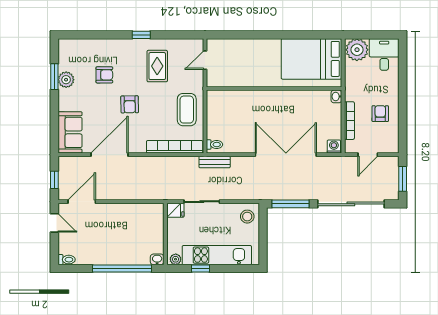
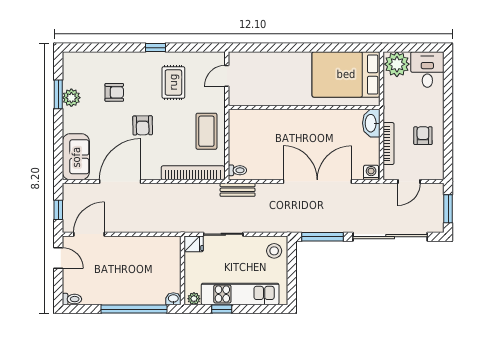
washbasin: (336, 96) -> (371, 123), width x1.91, depth x1.45

